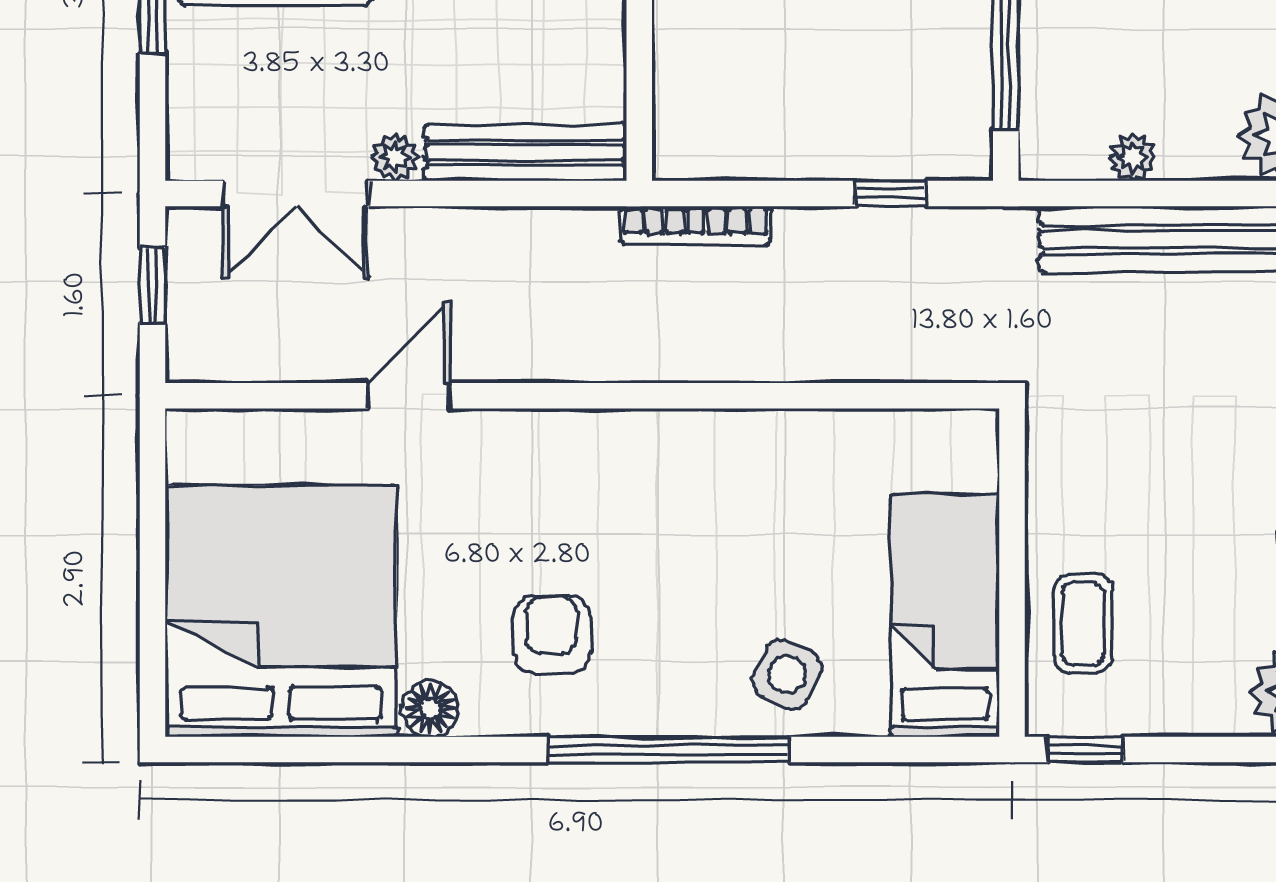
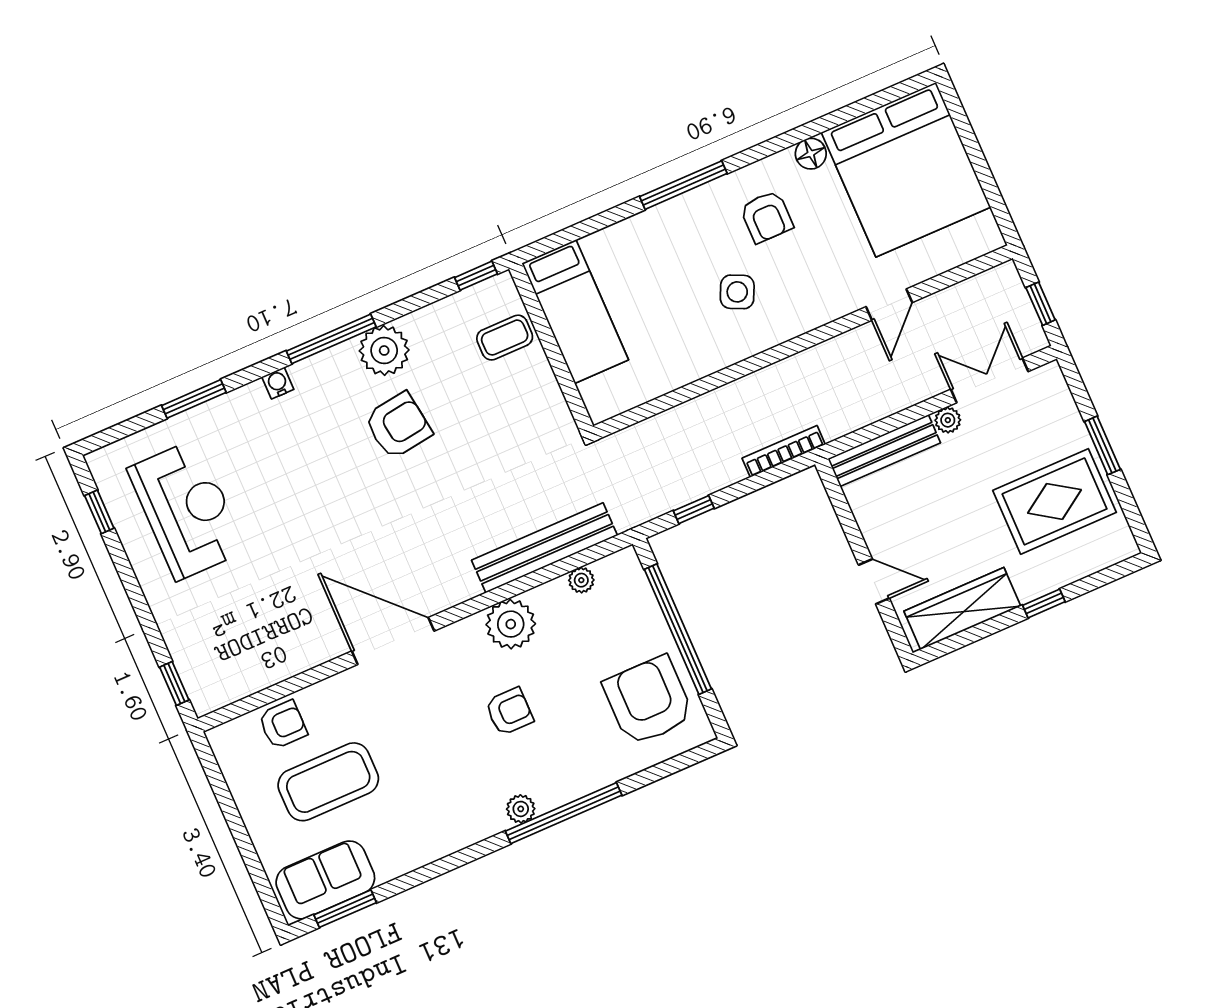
coffee table: (1083, 624) -> (505, 338), turned 90
side table: (787, 674) -> (737, 292), moved
window: (668, 750) -> (683, 185), width x0.68

